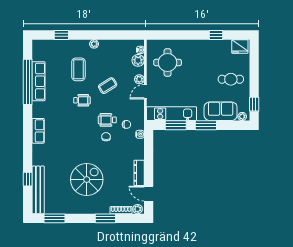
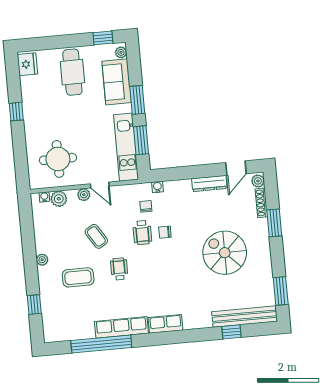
window: (216, 35) -> (16, 112), moved
cafe table: (231, 79) -> (72, 72), width x1.37, depth x1.35
row of seats: (38, 81) -> (121, 327), moved

